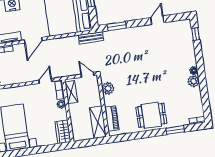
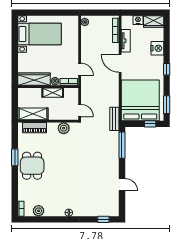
window: (117, 26) -> (122, 145), width x1.44
door: (87, 75) -> (80, 110), hinge flipped
plant: (193, 81) -> (39, 211), moved
shelving: (71, 92) -> (53, 93), moved
window: (175, 130) -> (15, 157), moved
wardrobe: (63, 132) -> (34, 79), width x1.50

